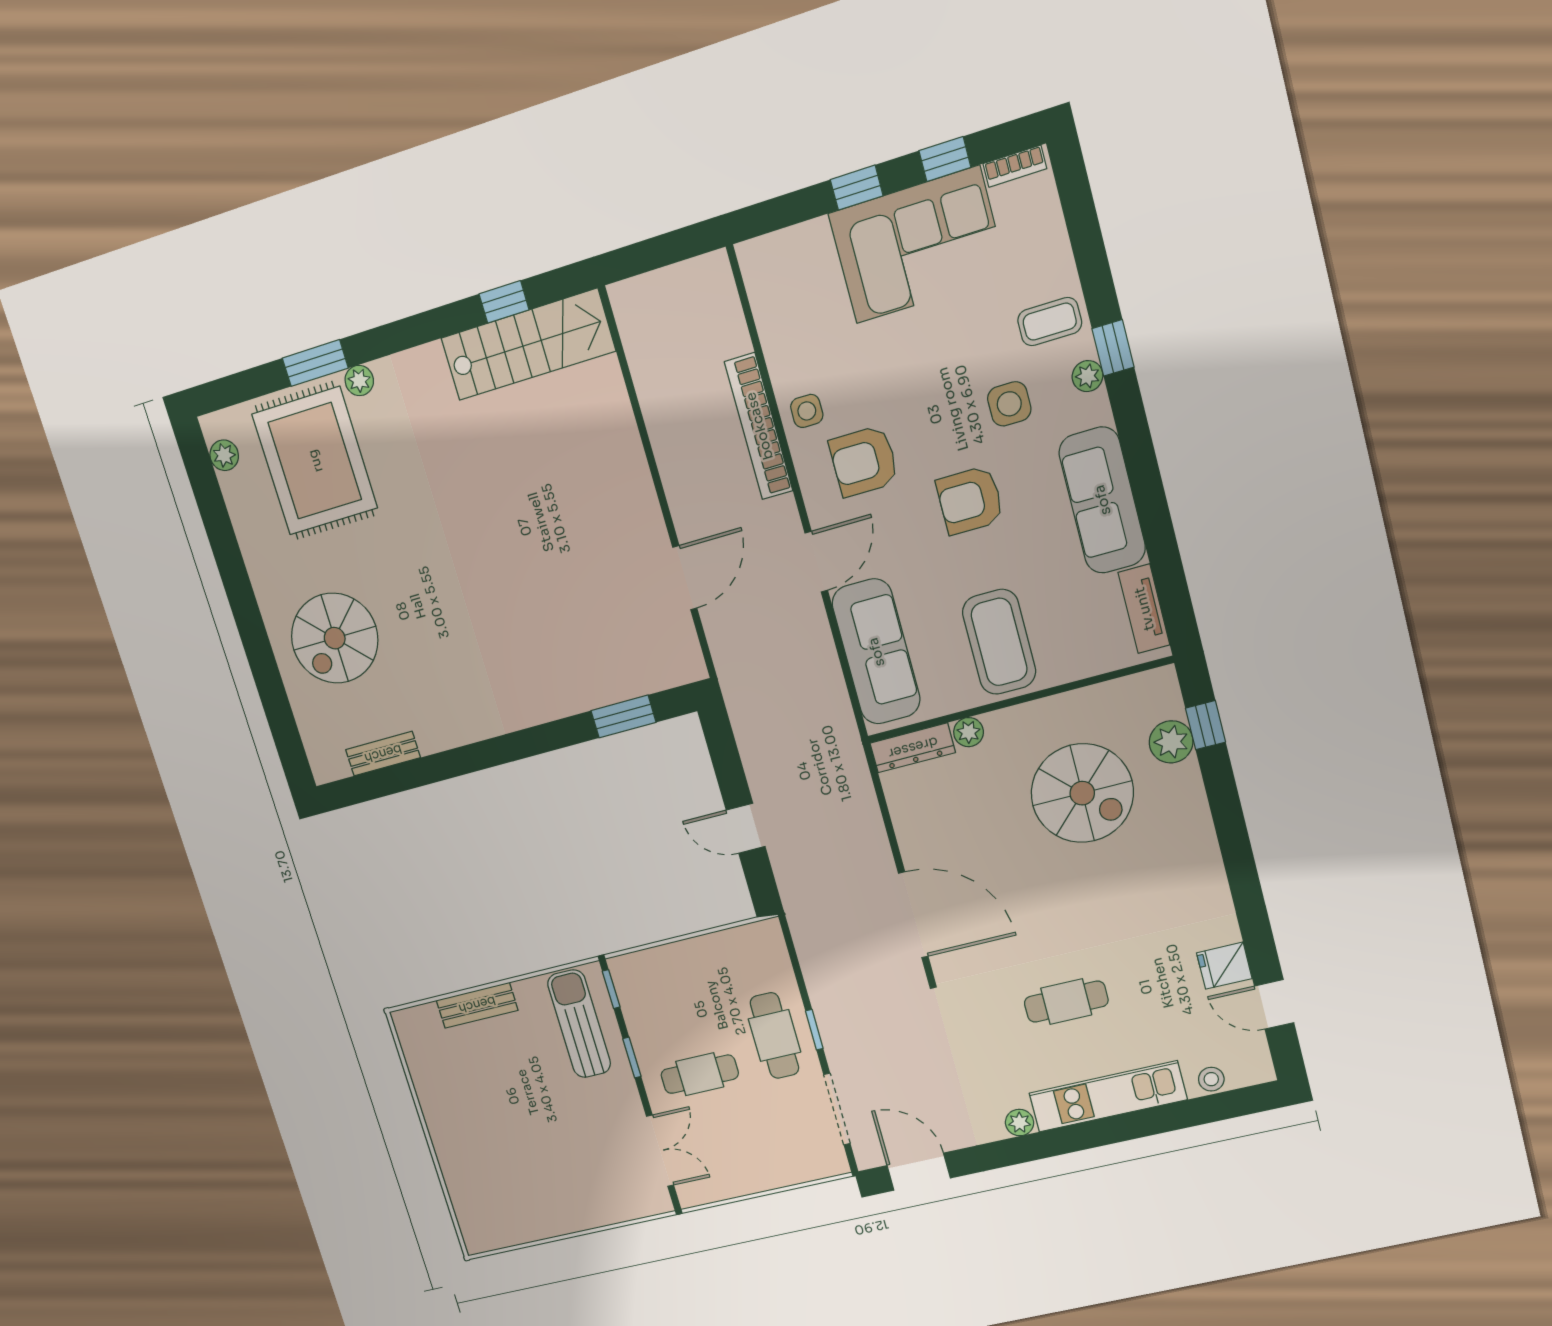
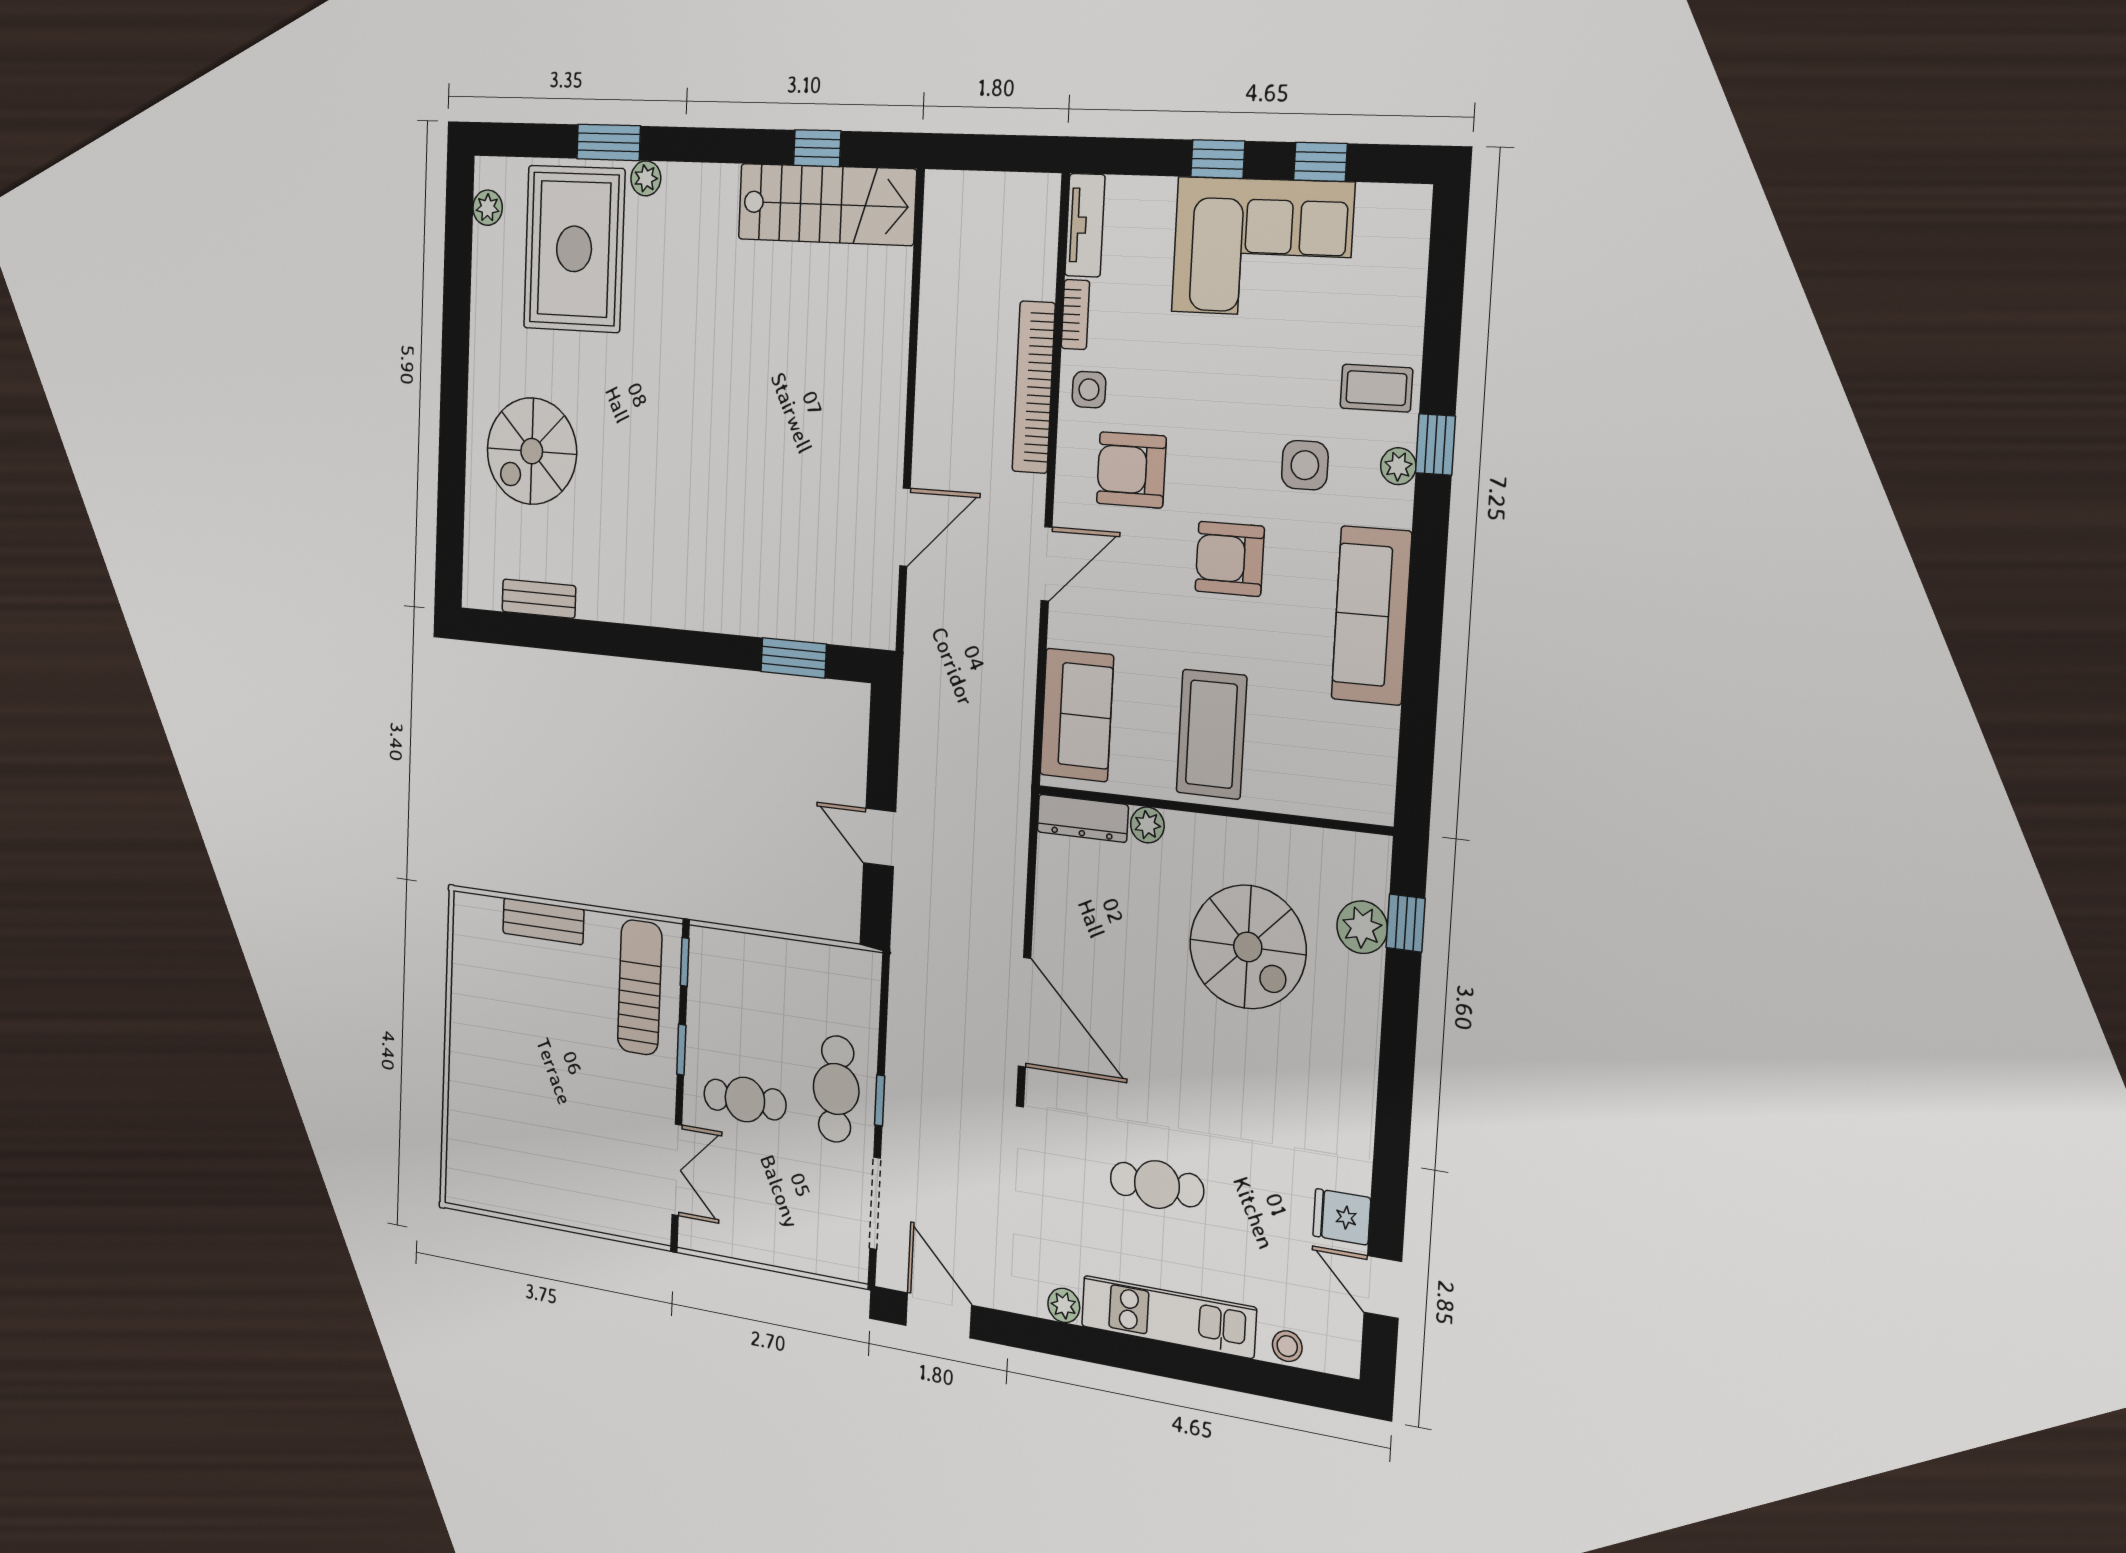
bookcase: (1015, 166) -> (1075, 315), moved, turned -90
tv unit: (1144, 609) -> (1085, 225), moved, turned 180
sofa: (876, 652) -> (1077, 715), width x0.73

